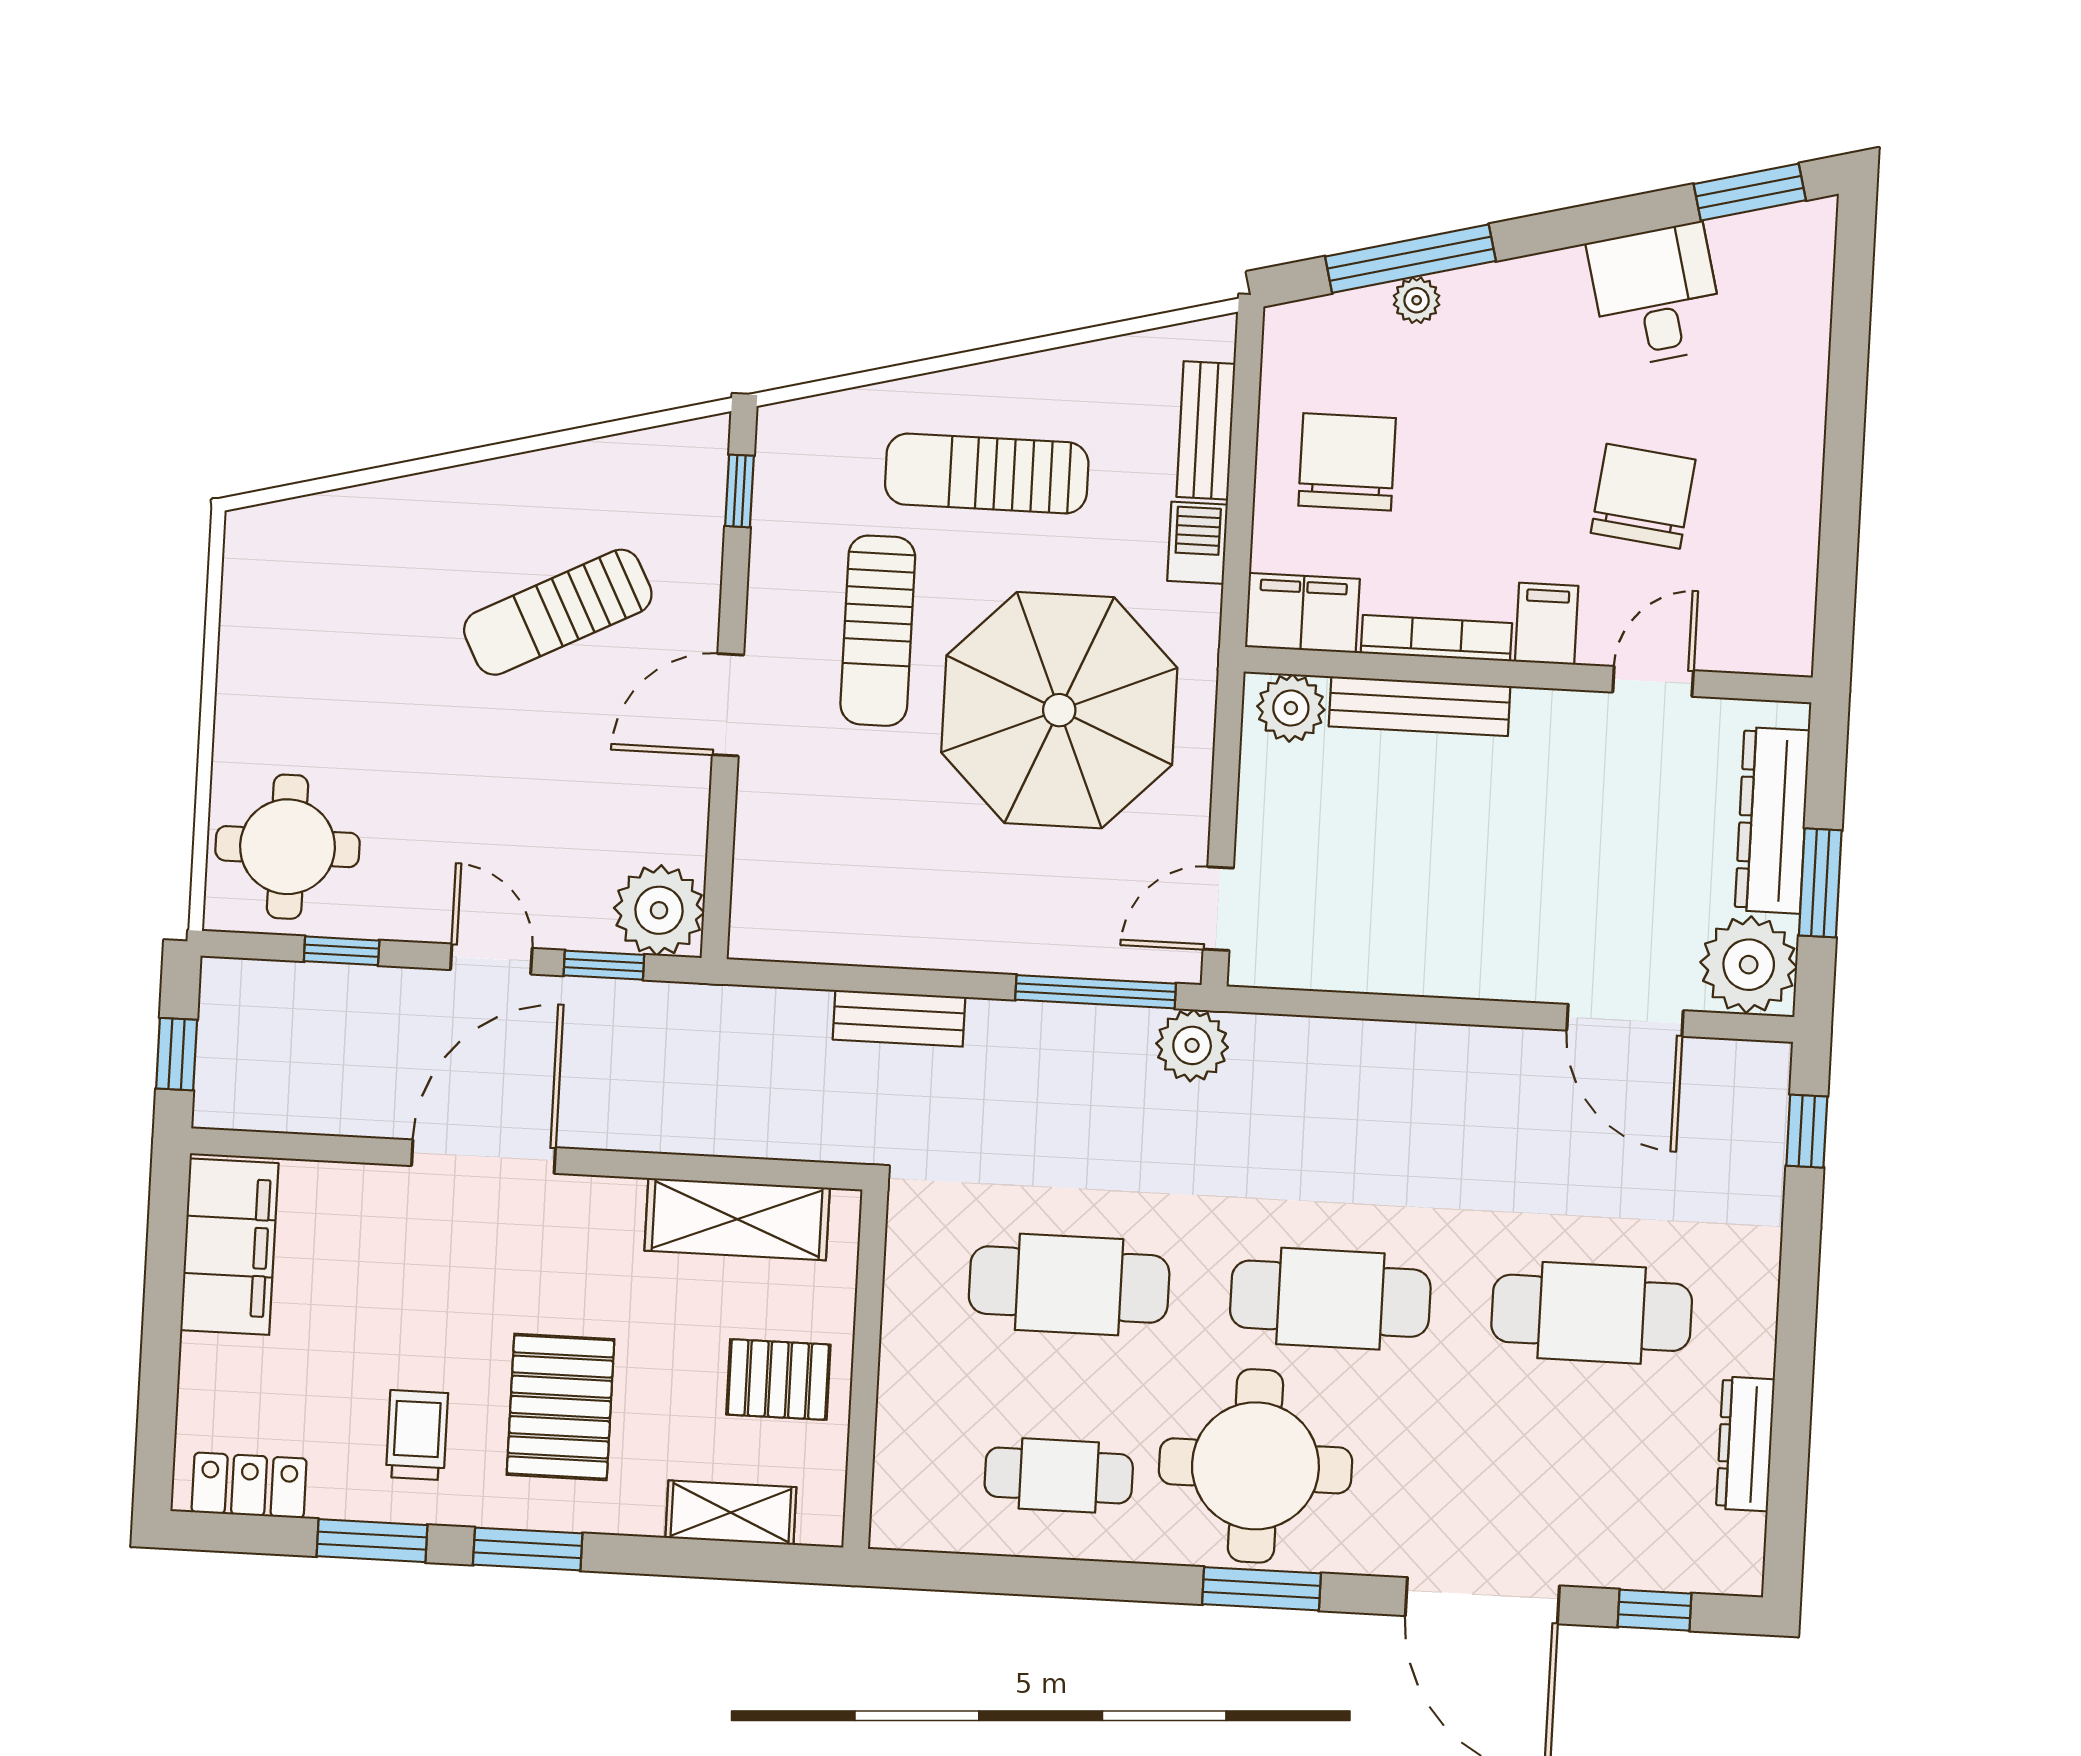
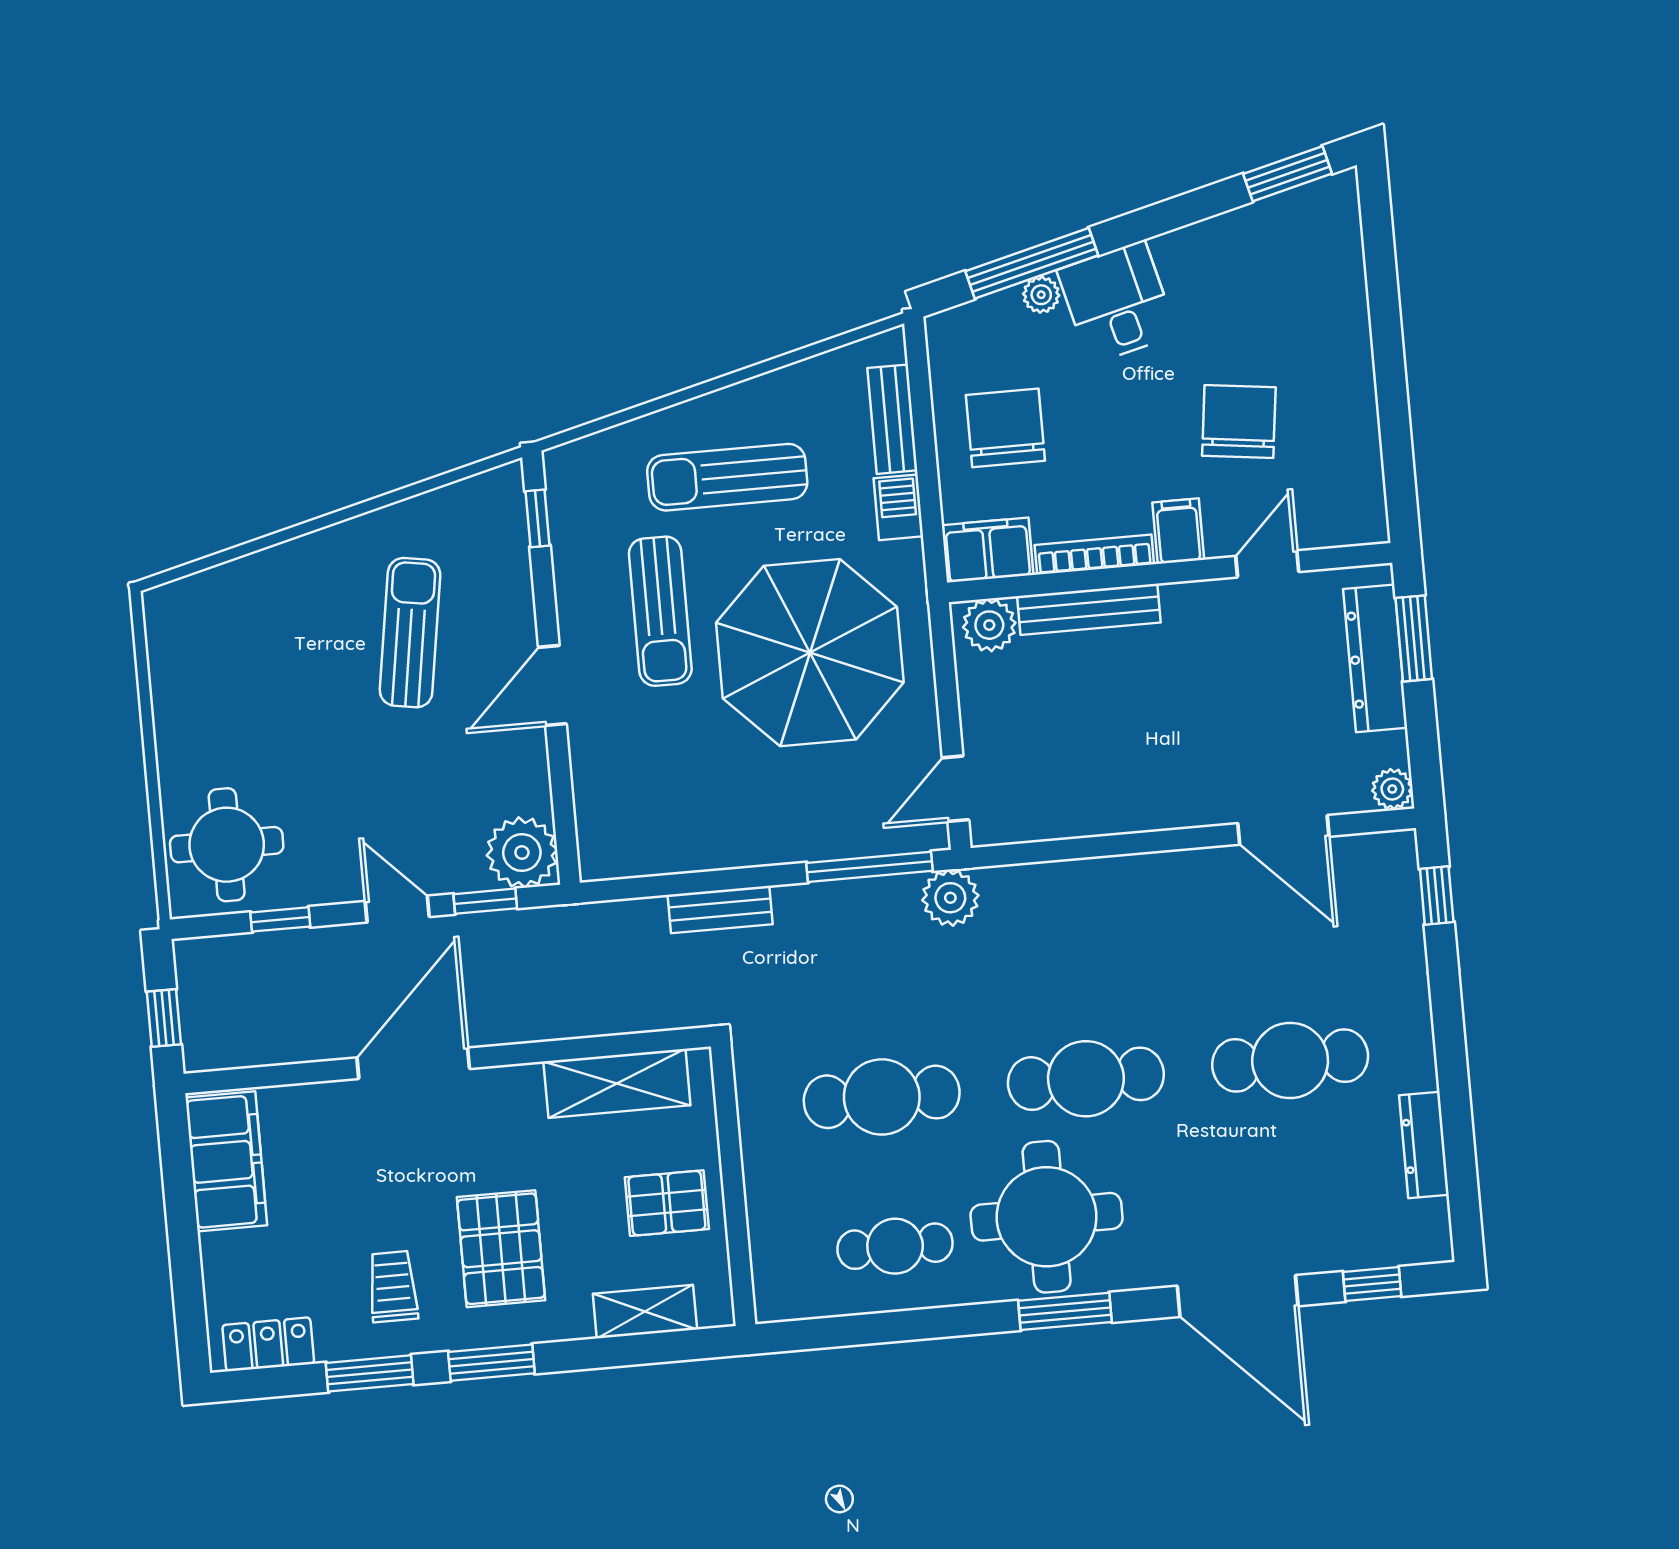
desk: (1656, 295) -> (1117, 302), moved
sun lounger: (558, 612) -> (410, 633), turned 126
window: (1820, 883) -> (1414, 638), moved
plant: (1749, 965) -> (1392, 789), width x0.53, depth x0.53

